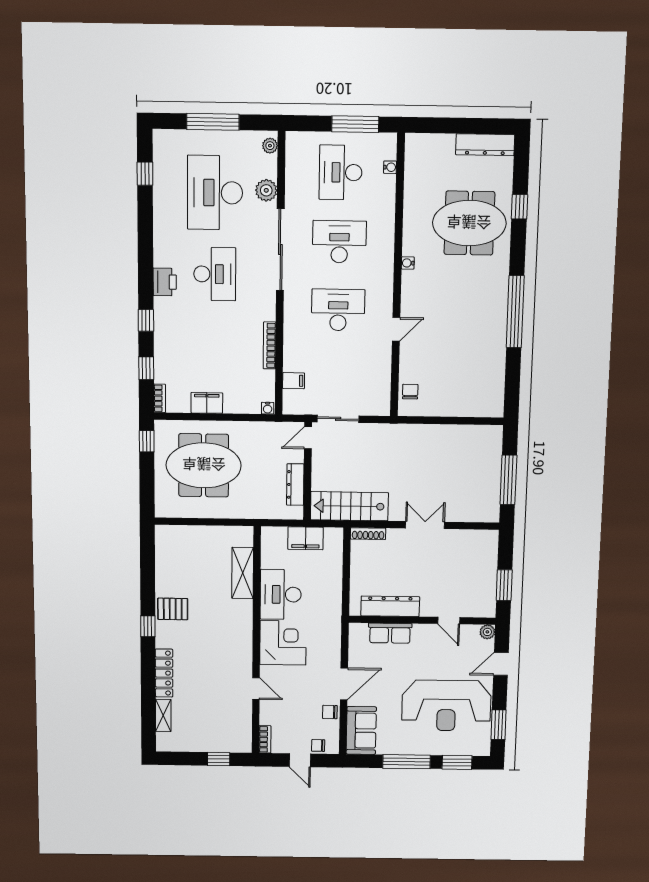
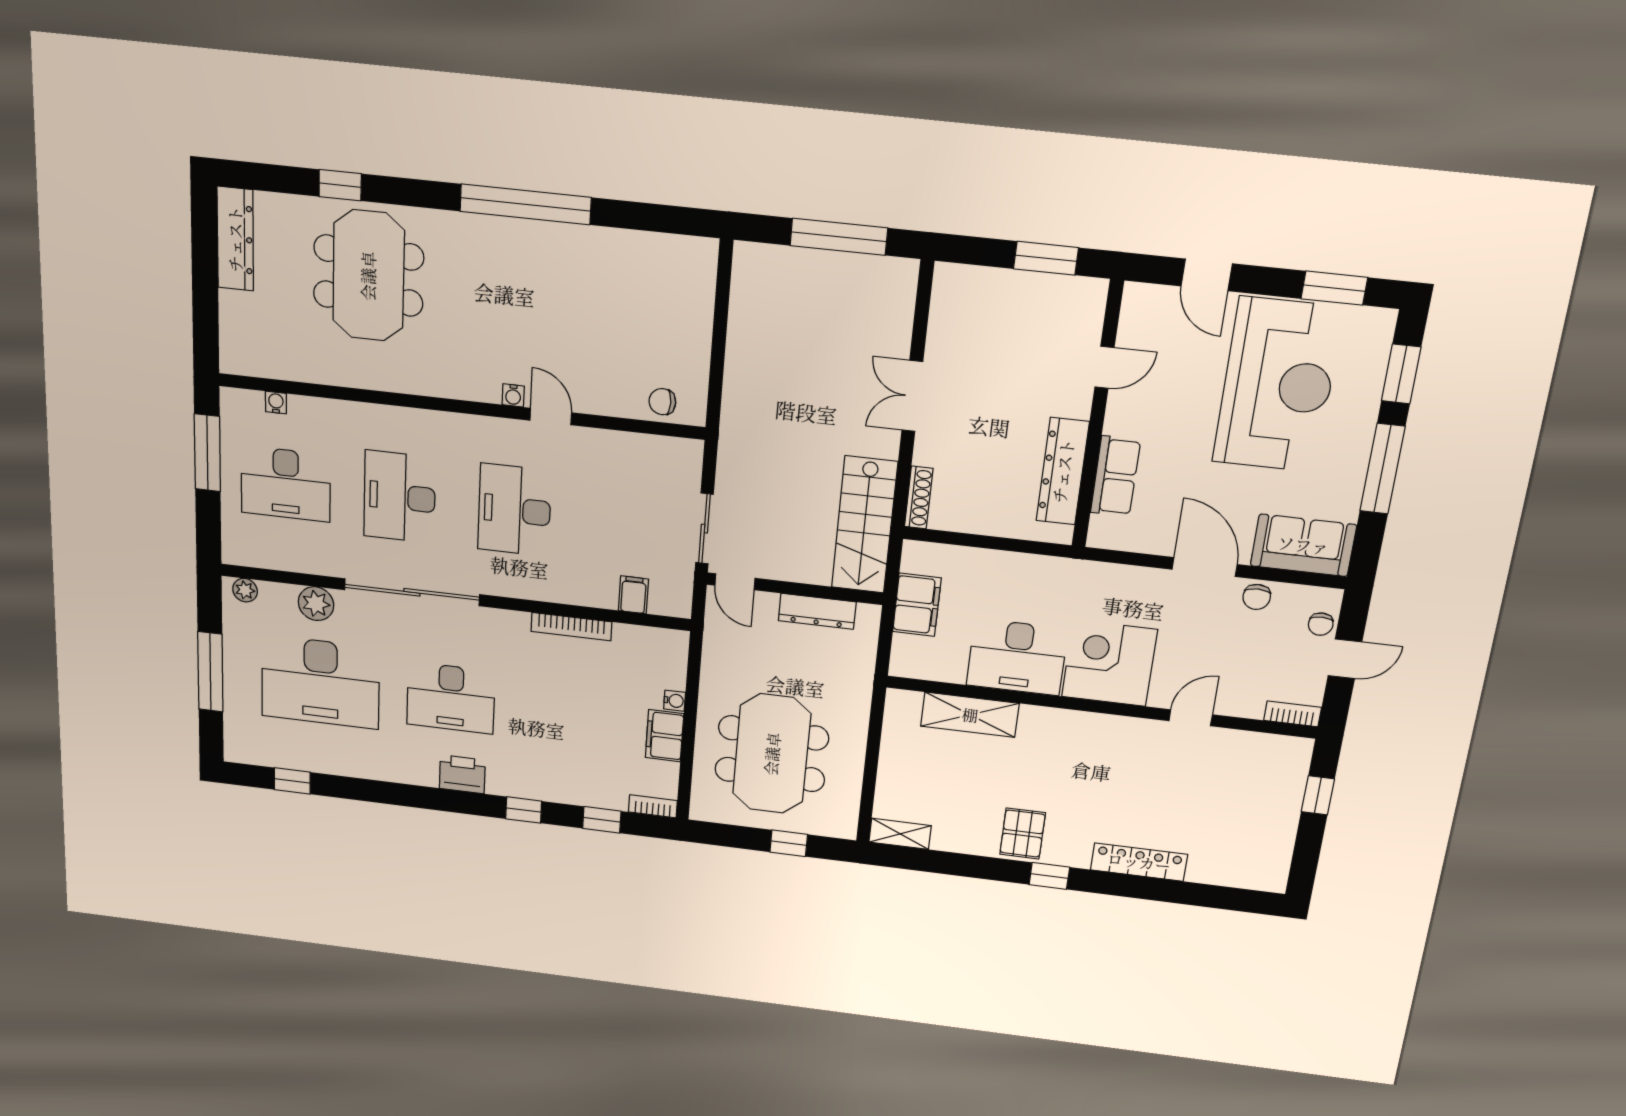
water cooler: (408, 263) -> (513, 395), moved
desk: (215, 274) -> (451, 698), turned 180
water cooler: (268, 408) -> (675, 701), moved
window: (147, 441) -> (789, 843), moved
plant: (487, 632) -> (1137, 296), removed
shelving: (163, 715) -> (900, 834), moved

